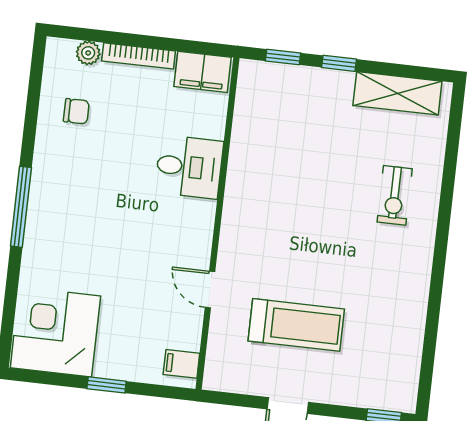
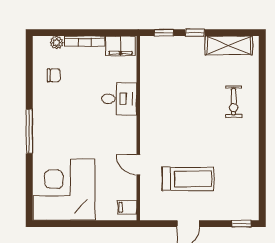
corner desk: (55, 332) -> (64, 190), width x1.36, depth x1.36
window: (107, 385) -> (87, 224), removed

